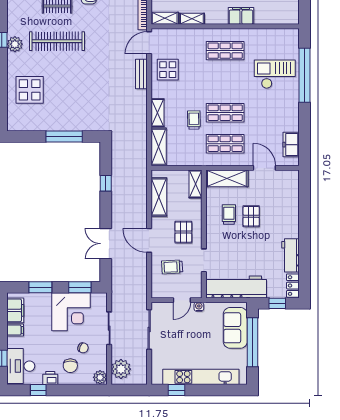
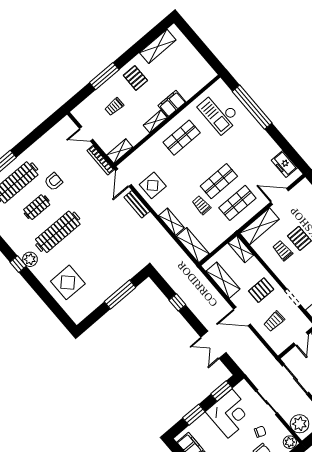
shelving: (192, 19) -> (155, 121), moved
checkout: (275, 74) -> (219, 113), moved, turned -90
pallet: (183, 232) -> (261, 290), turned 90

